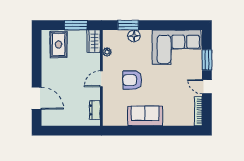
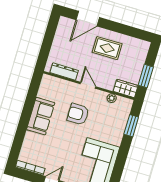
floor lamp: (134, 36) -> (119, 128), removed
rug: (59, 45) -> (107, 48), moved
armchair: (132, 80) -> (78, 114), turned -90
dresser: (95, 110) -> (64, 72), width x1.44

